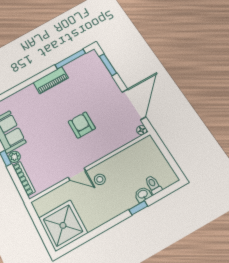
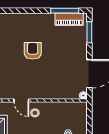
piano: (51, 80) -> (69, 19), moved
armchair: (82, 125) -> (33, 51), moved

